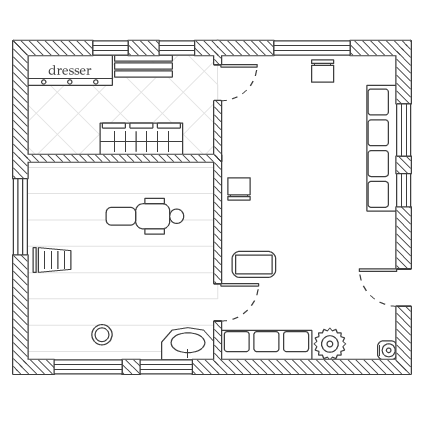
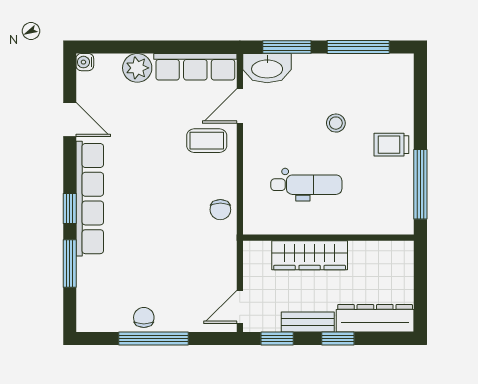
row of seats: (382, 148) -> (90, 199), moved
stool: (102, 335) -> (336, 123), moved

